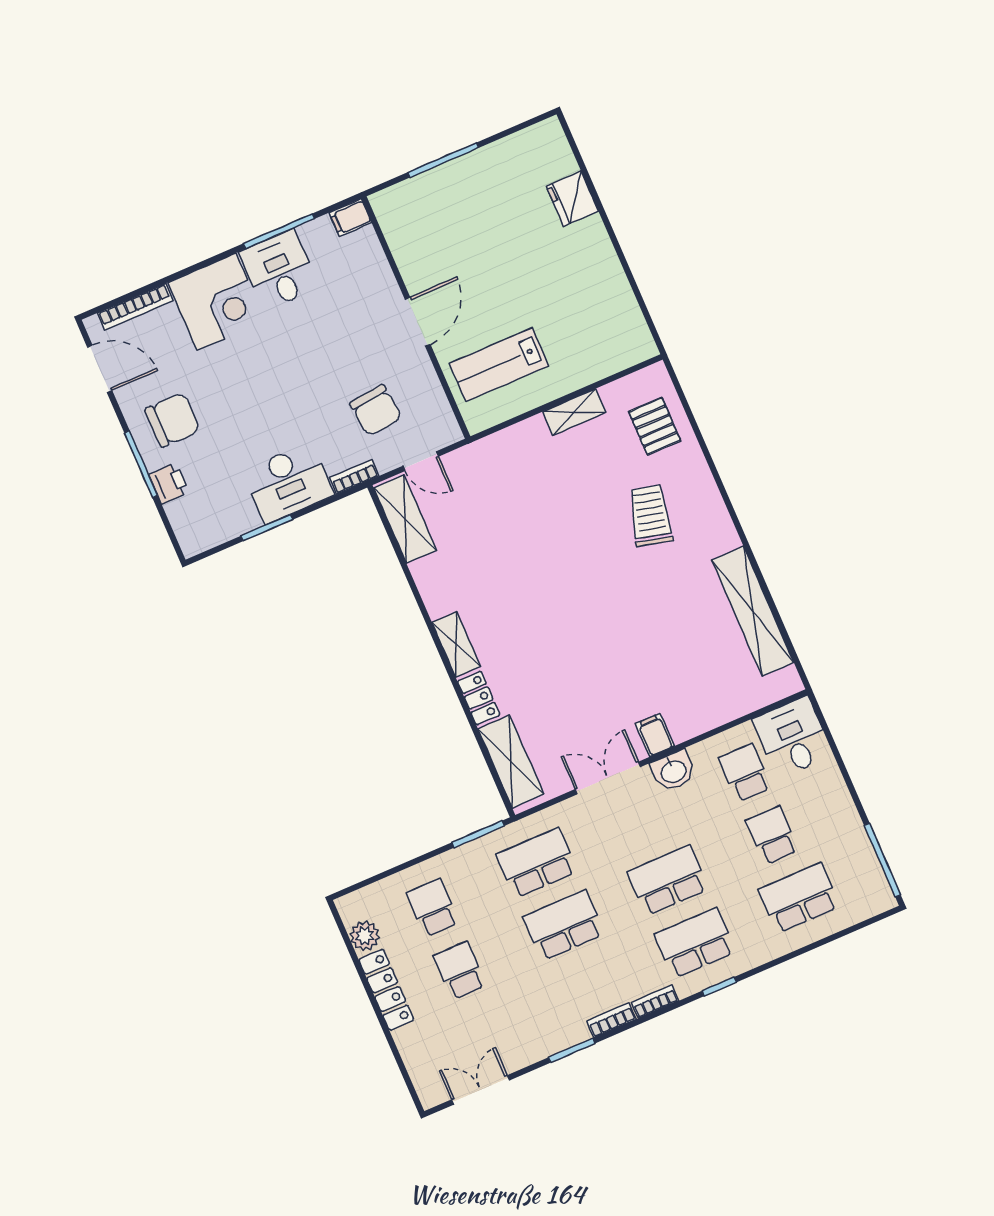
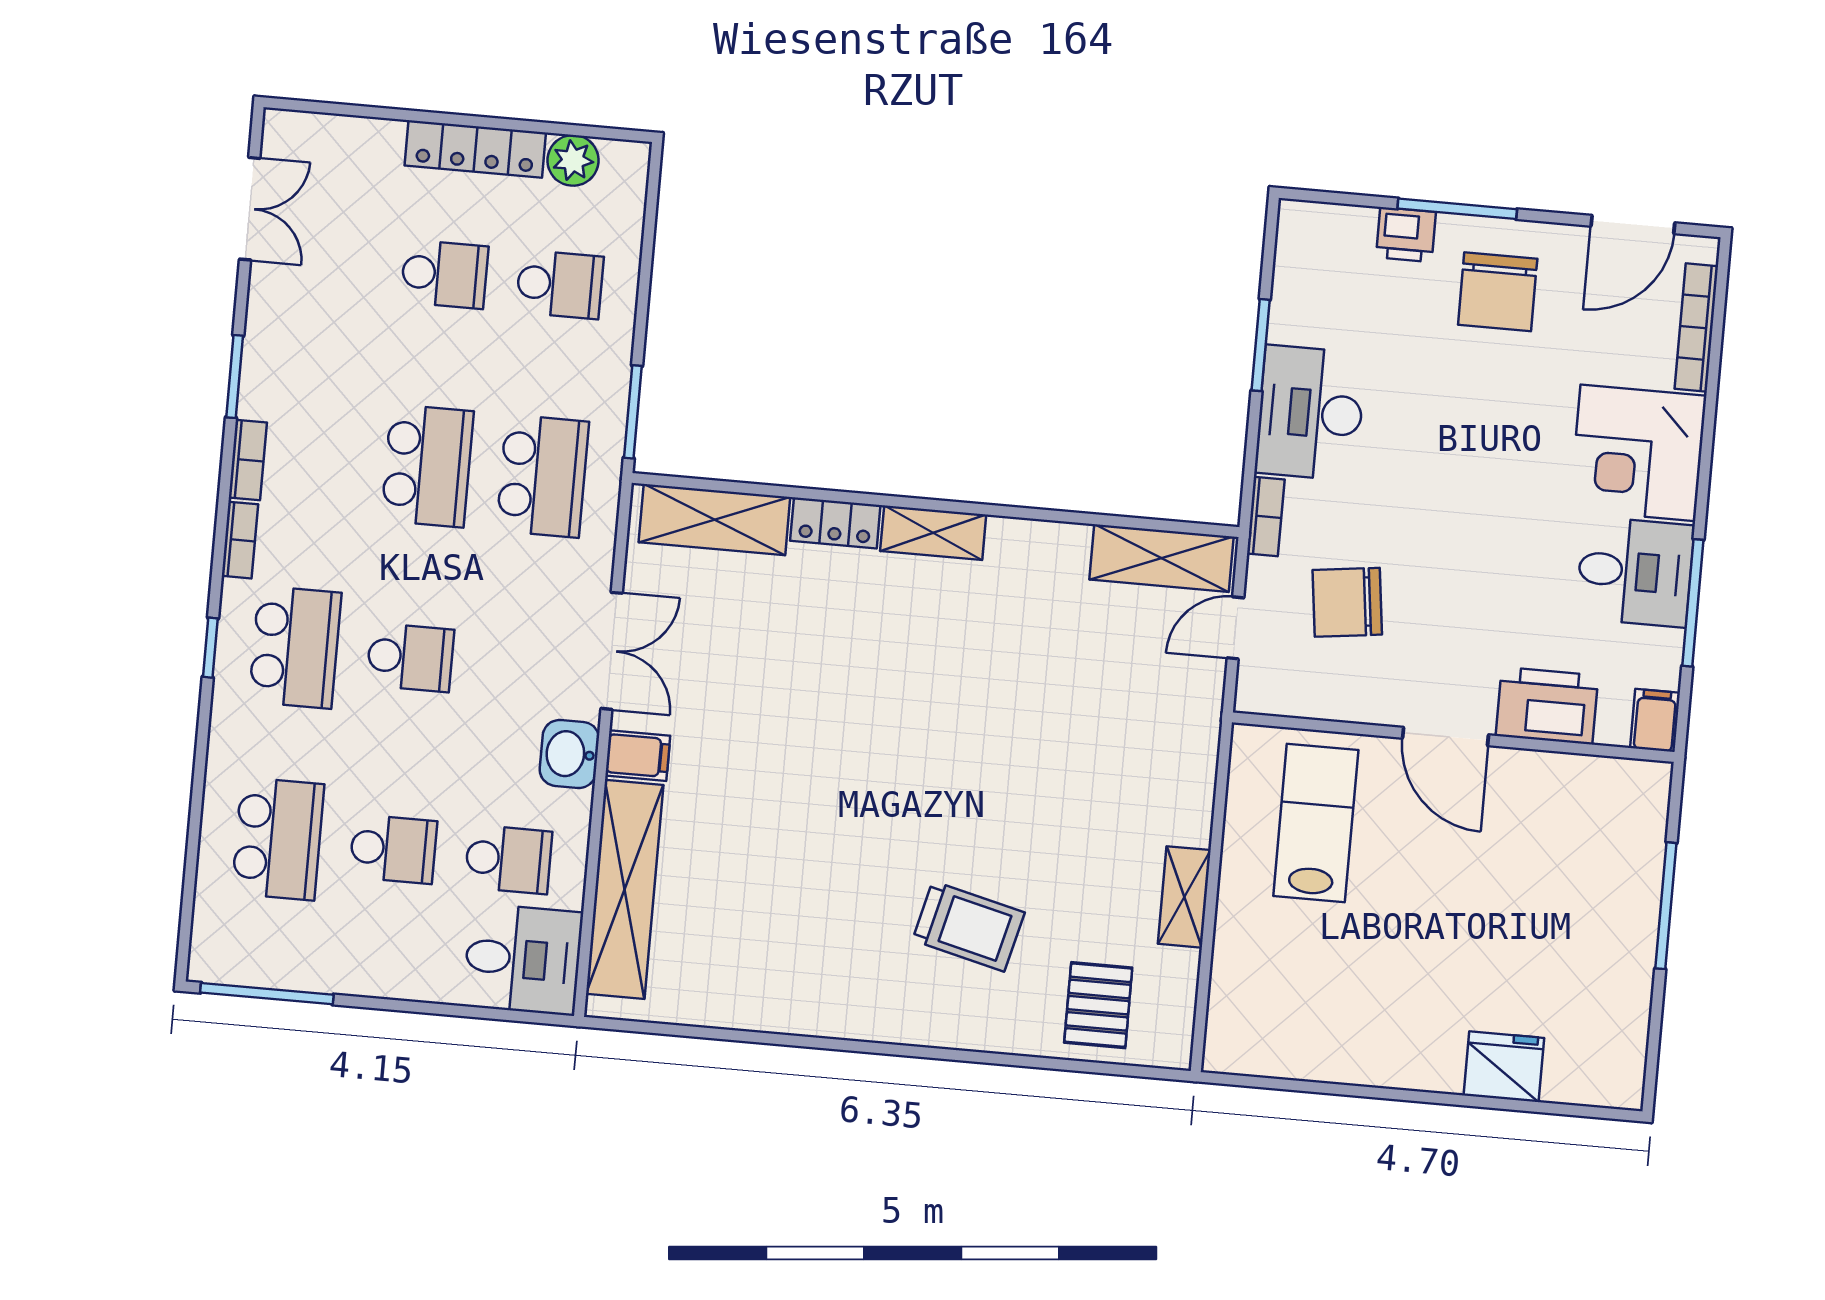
printer: (373, 278) -> (1547, 706), added
pallet: (655, 426) -> (1098, 1005), turned 90
shelving: (753, 611) -> (625, 889), moved, turned 90
school desk: (668, 880) -> (410, 657), width x0.54

